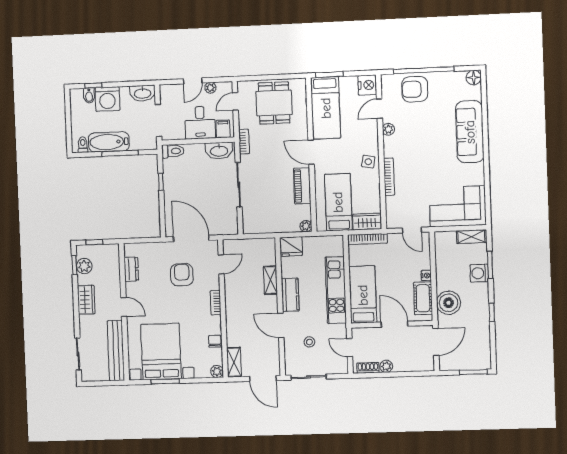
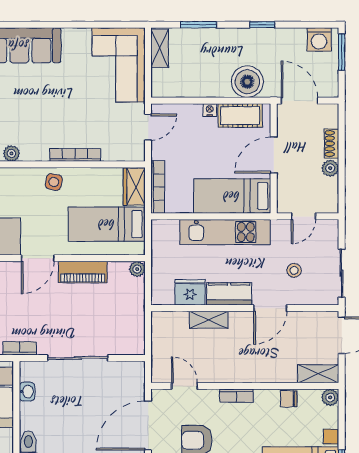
washbasin: (219, 151) -> (27, 392), width x0.52, depth x0.69
fridge: (291, 246) -> (190, 292), moved, turned -90
washing machine: (479, 273) -> (319, 40), moved
shoe rack: (368, 368) -> (331, 144), moved

